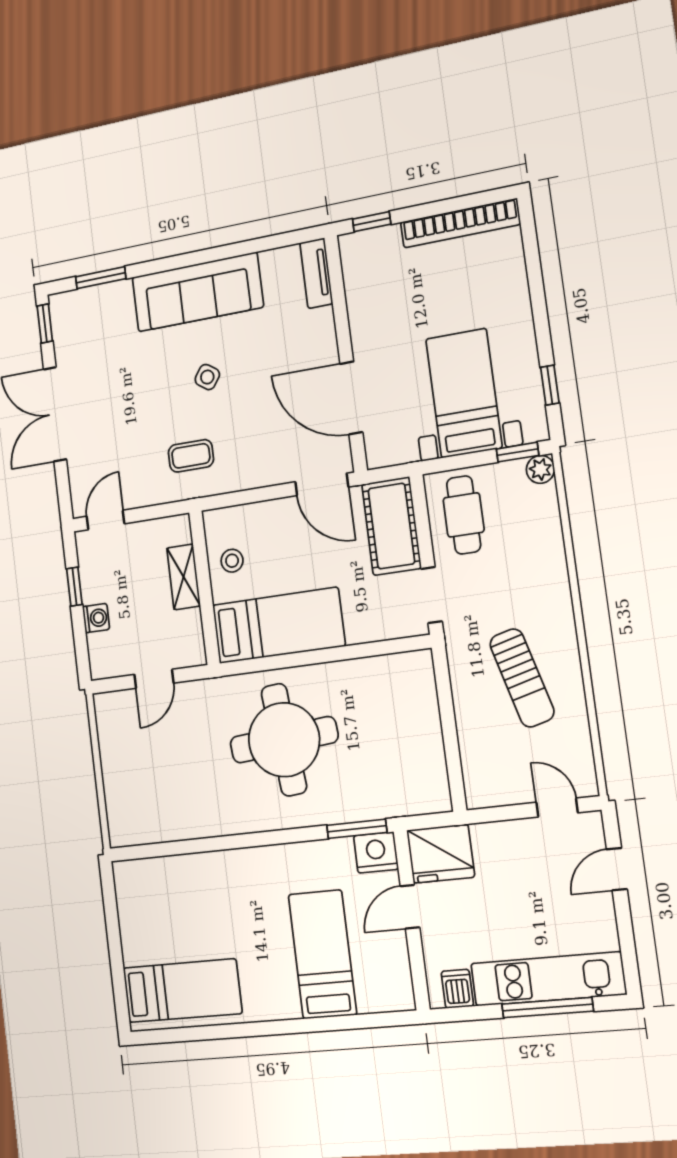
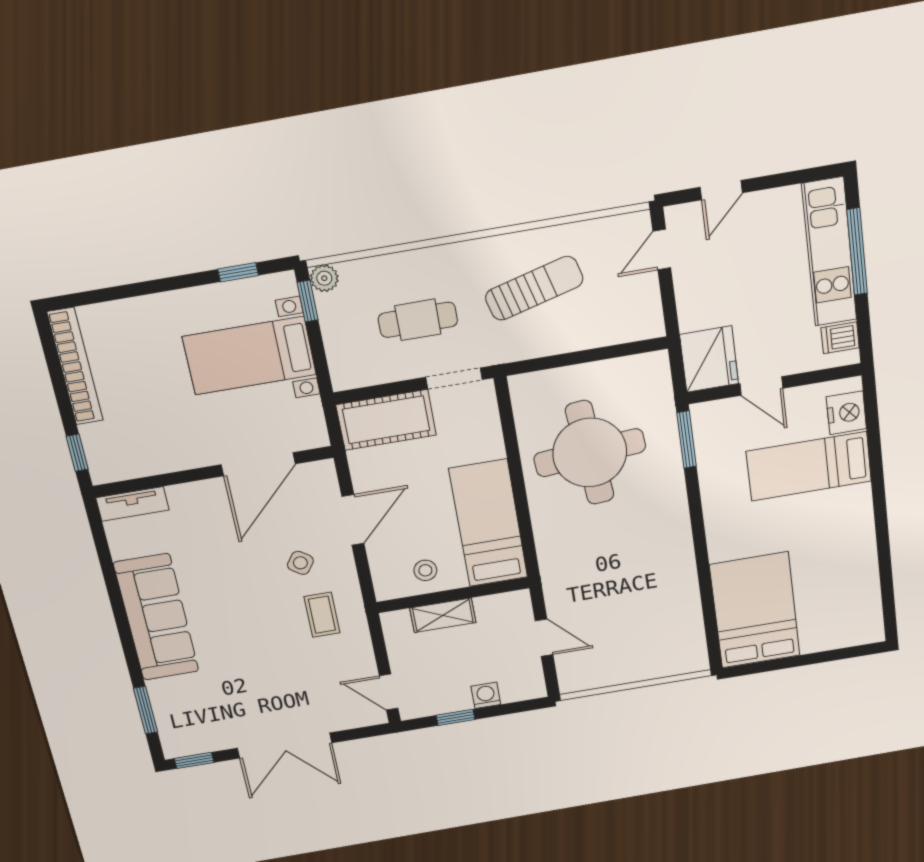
side table: (207, 377) -> (300, 563), moved
door: (322, 484) -> (353, 520), moved
cafe table: (464, 515) -> (418, 320), moved
round table: (284, 740) -> (590, 453), moved
nightstand: (376, 852) -> (846, 413), moved, turned 180
door: (617, 869) -> (721, 190), hinge flipped
bed: (182, 991) -> (755, 610), moved, width x1.50

